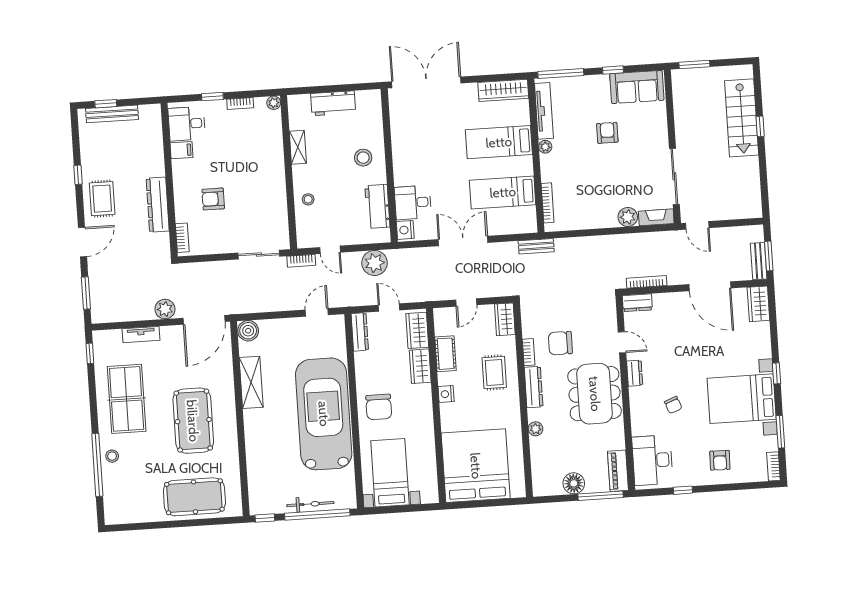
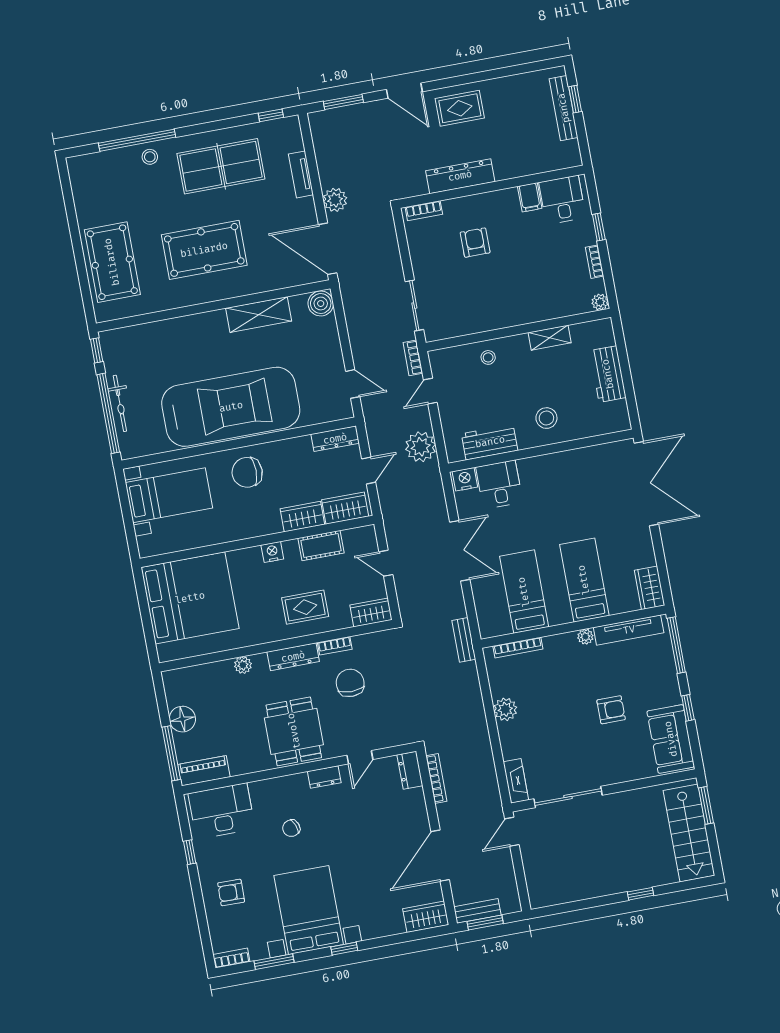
wardrobe: (503, 90) -> (650, 588), width x0.67
stairs: (742, 118) -> (689, 833), moved, turned -90
window: (78, 175) -> (485, 76), removed
plant: (628, 217) -> (505, 709), moved
dining table: (595, 394) -> (294, 731), width x0.73

